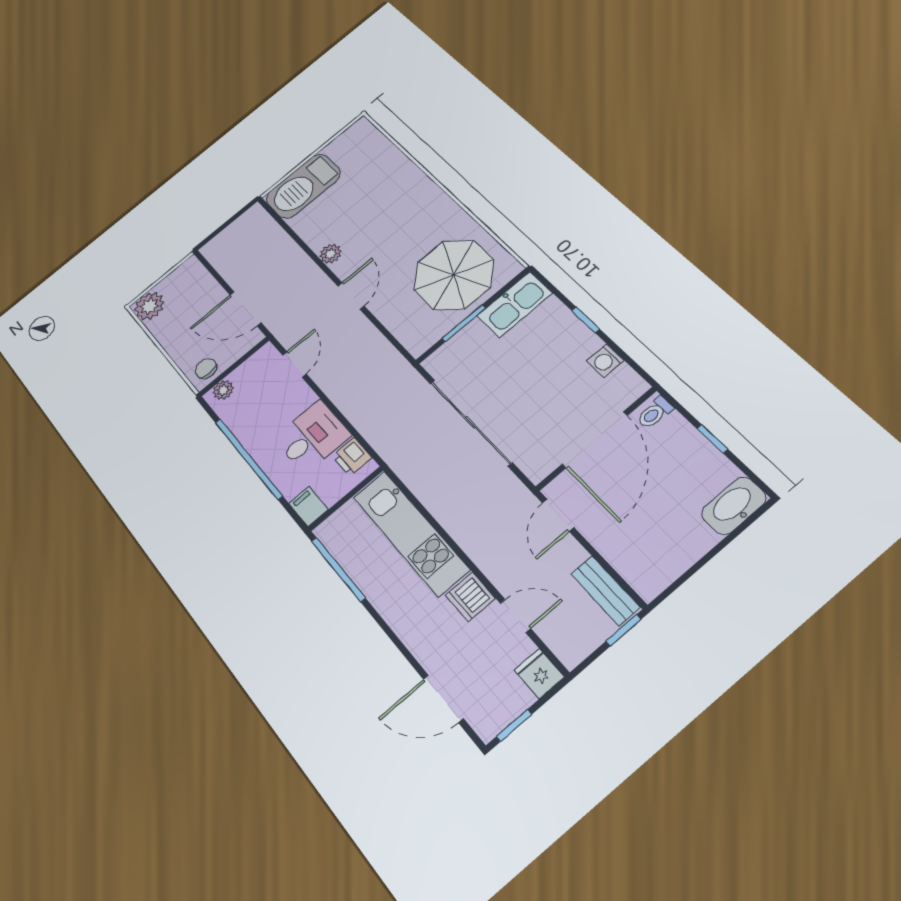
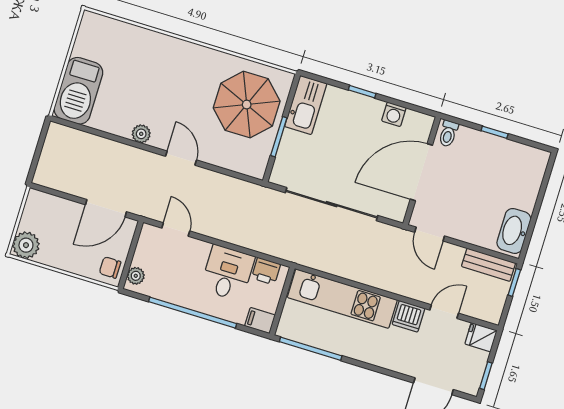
door: (595, 440) -> (421, 172), swing flipped
washbasin: (734, 506) -> (514, 231), moved

